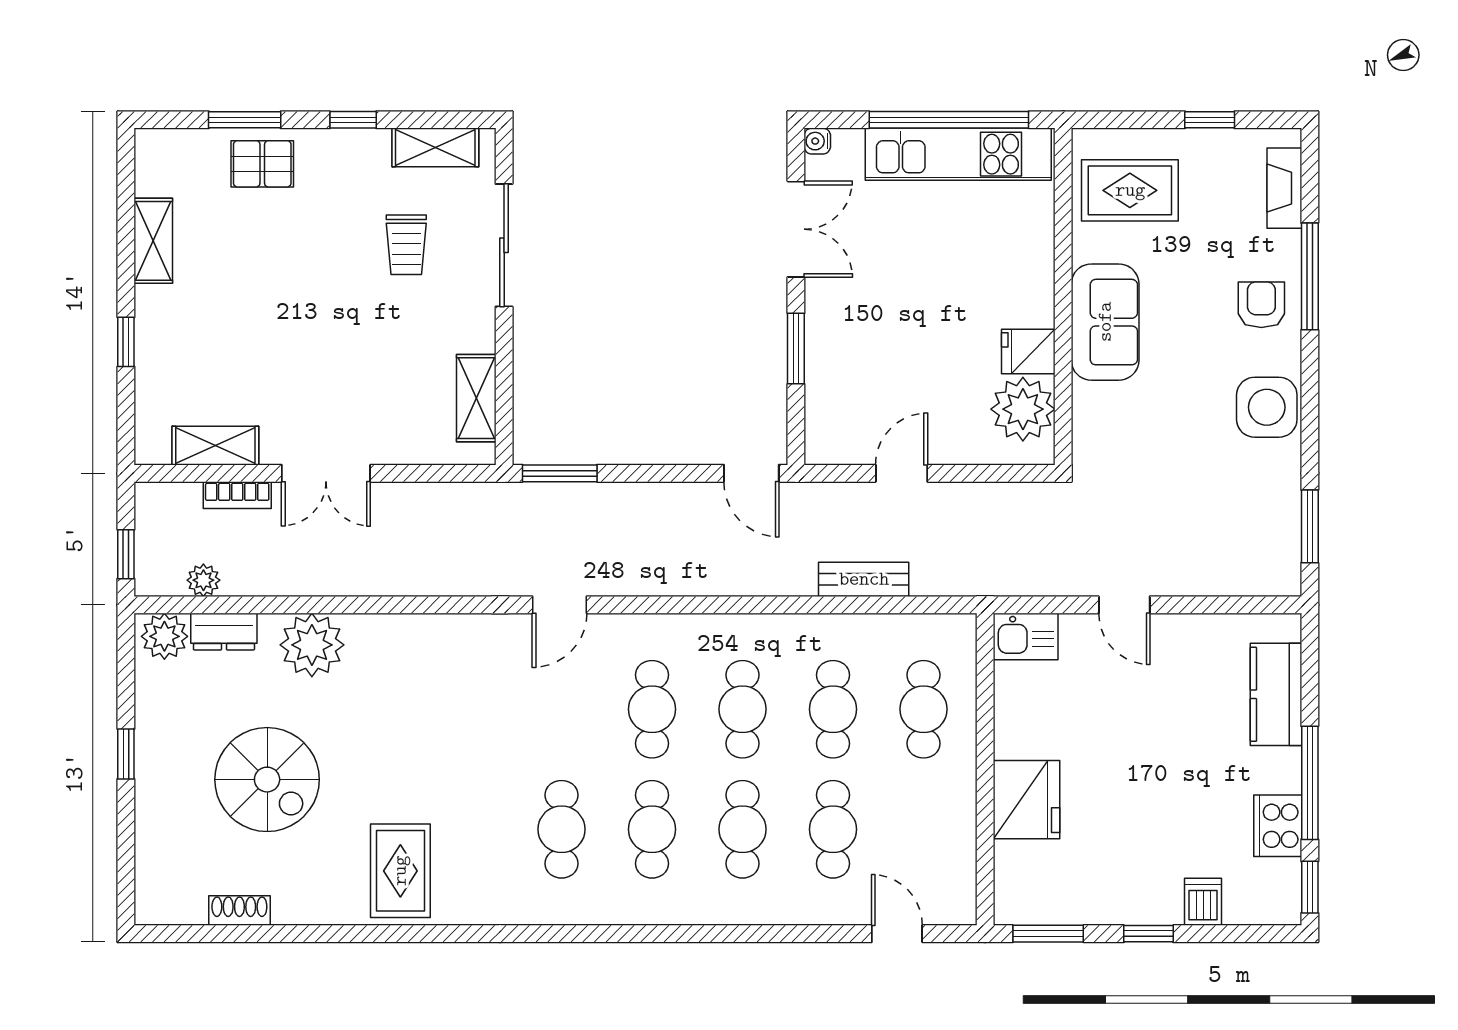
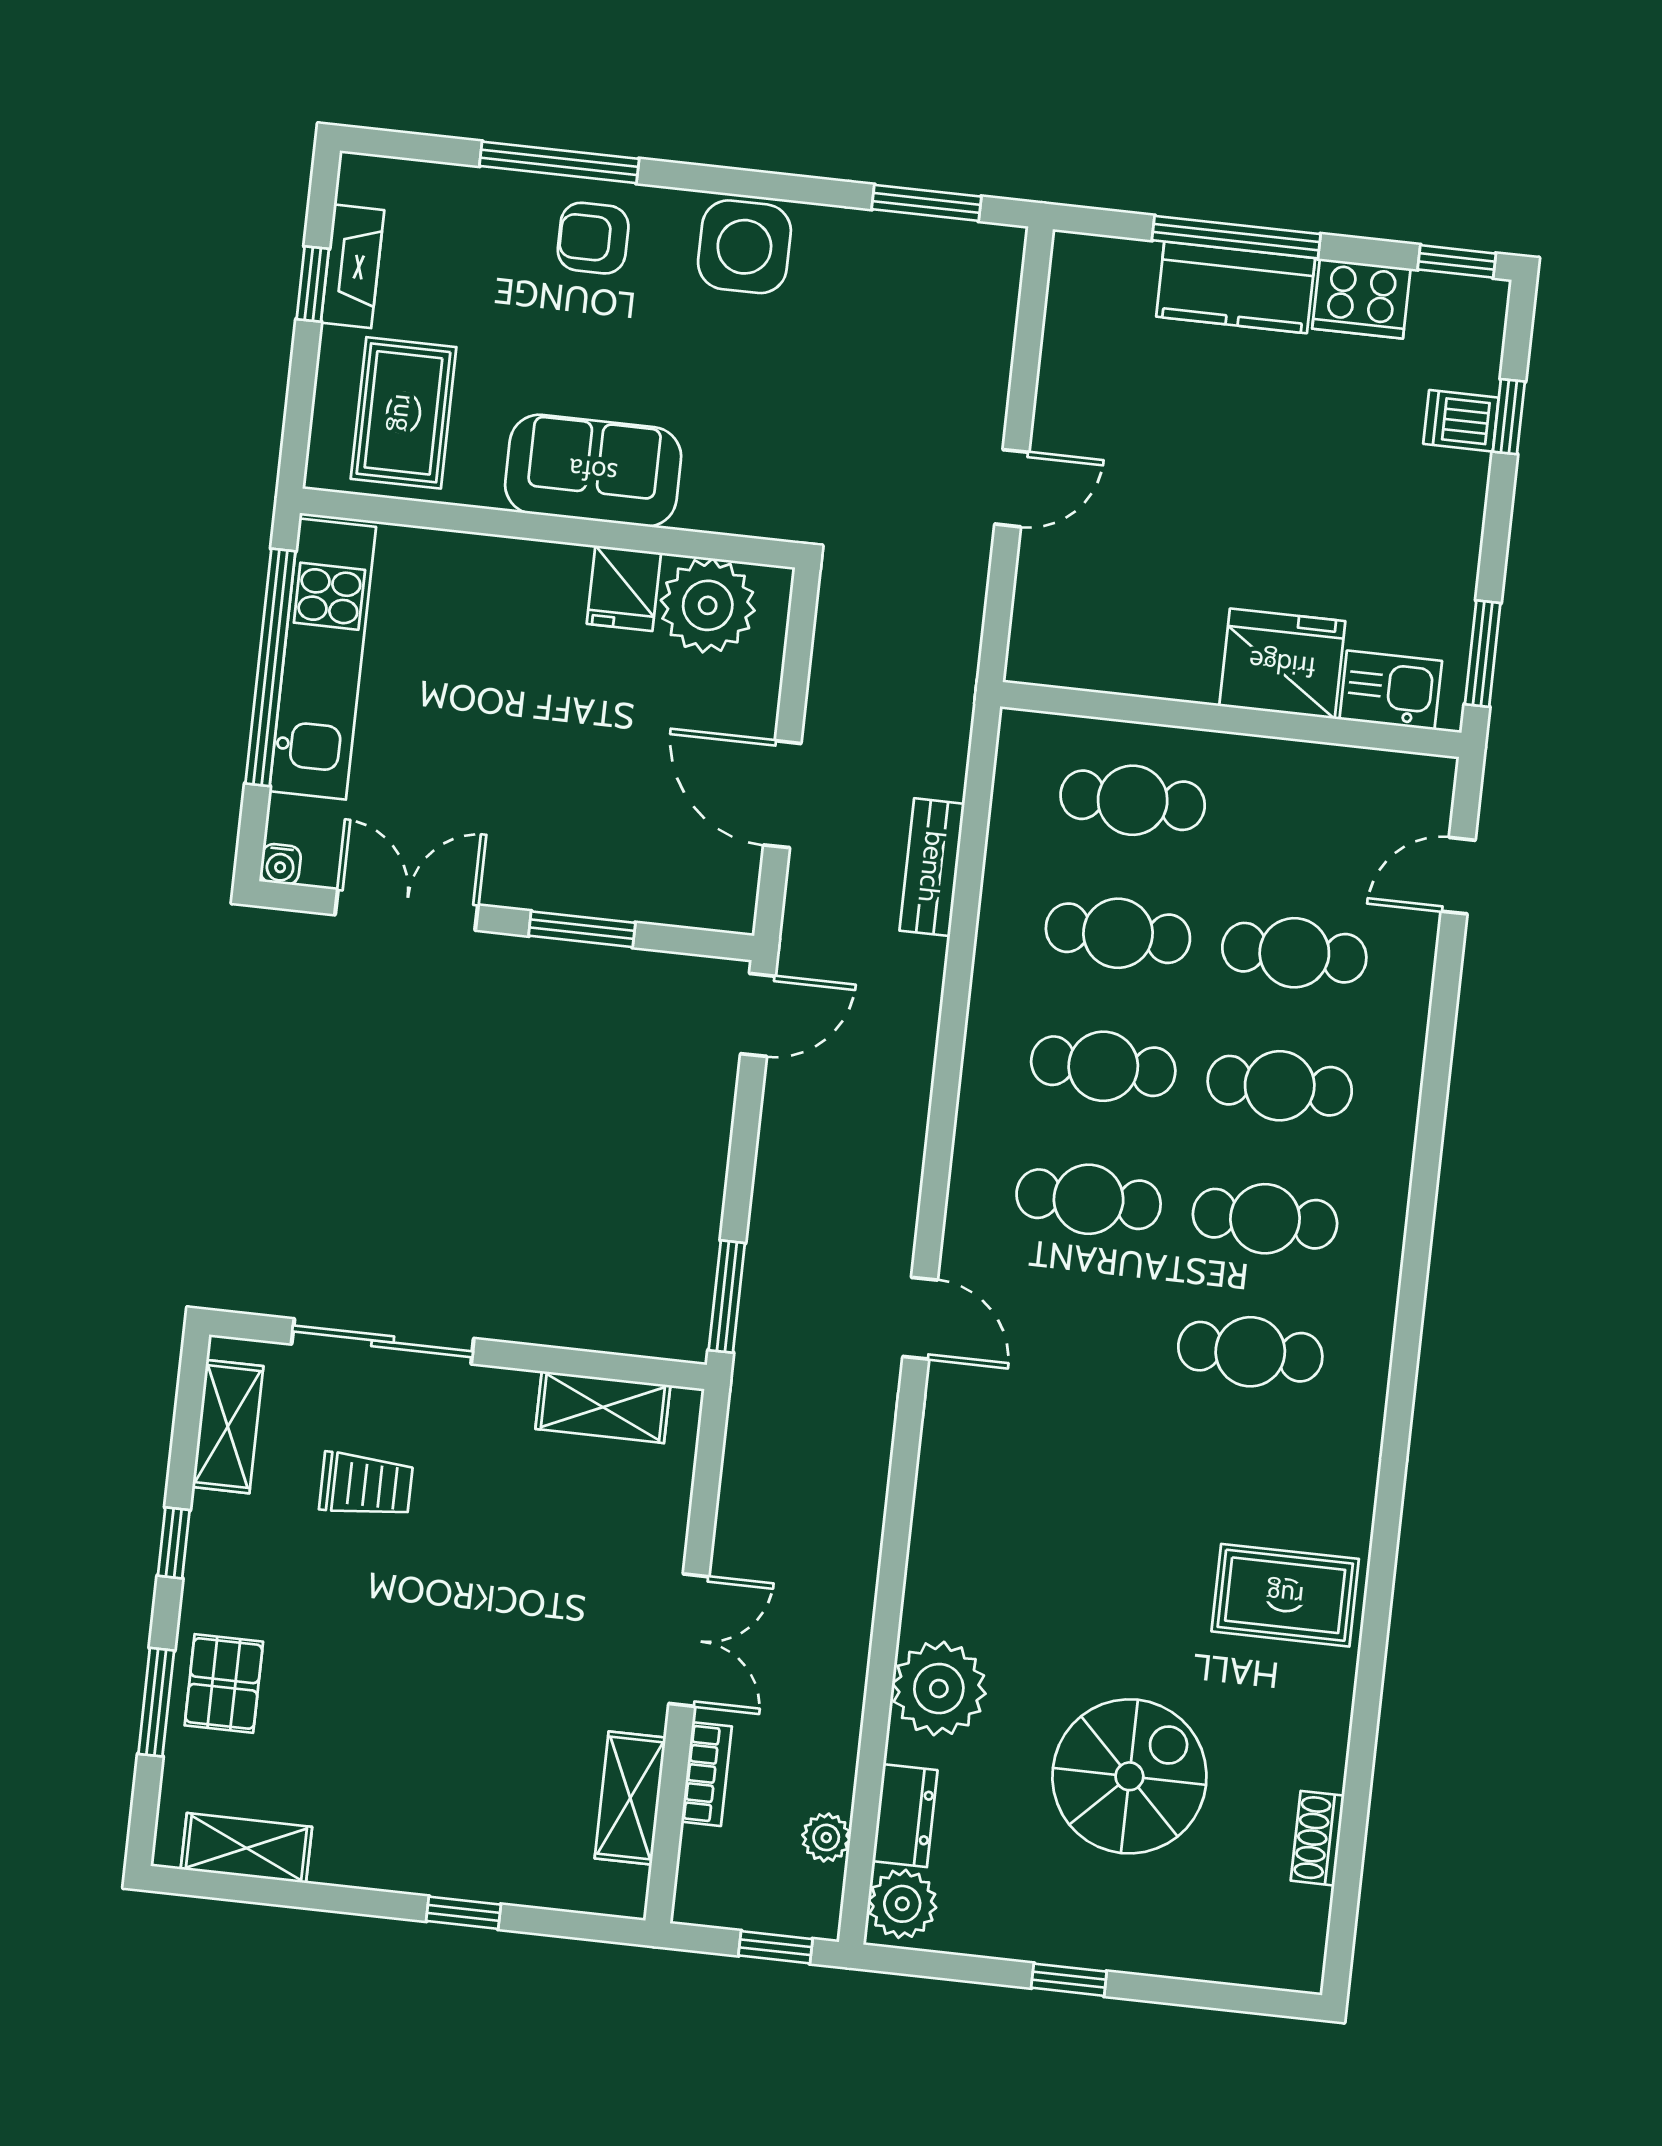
fireplace: (1284, 188) -> (352, 266), moved, turned -90
shelving: (153, 241) -> (246, 1848), moved
door: (902, 473) -> (782, 794), width x1.38
kitchen sink: (1026, 636) -> (1391, 690), moved, turned -90
kitchen counter: (1276, 694) -> (1236, 287), moved
window: (1310, 783) -> (1236, 237), moved
window: (1148, 934) -> (1509, 417), moved

